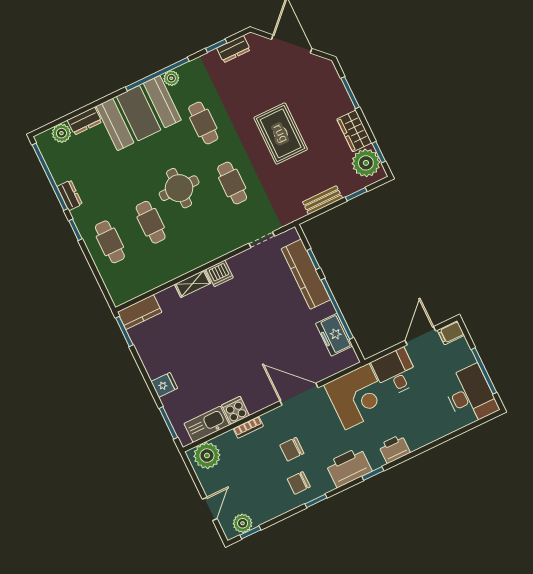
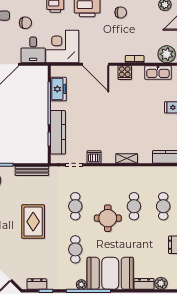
bench: (323, 200) -> (32, 171), width x1.36
dishwasher: (220, 273) -> (94, 157), moved
cooker: (235, 410) -> (125, 73), moved
chair: (292, 449) -> (25, 23), moved

